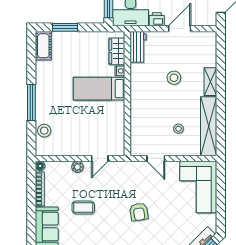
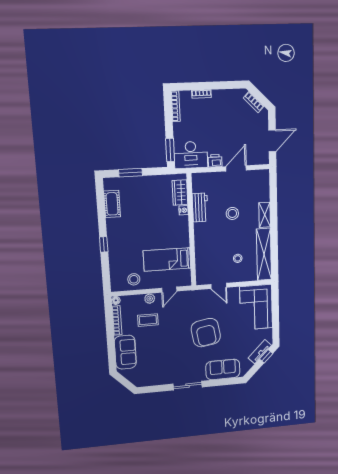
cot: (43, 46) -> (112, 204), moved
workbench: (138, 47) -> (200, 208), moved
bed: (99, 89) -> (167, 259), moved
window: (31, 103) -> (104, 244), width x0.46
stool: (44, 131) -> (134, 279), moved
coffee table: (83, 207) -> (148, 320), moved
armchair: (139, 212) -> (206, 333), width x1.88, depth x1.88

